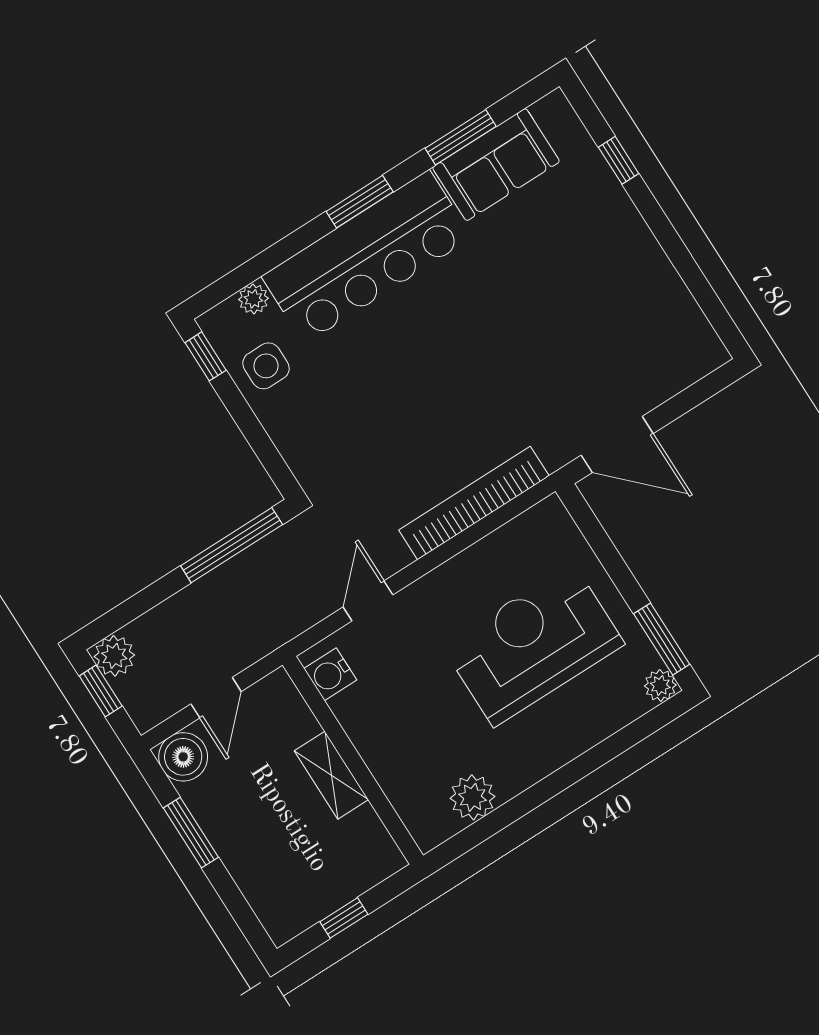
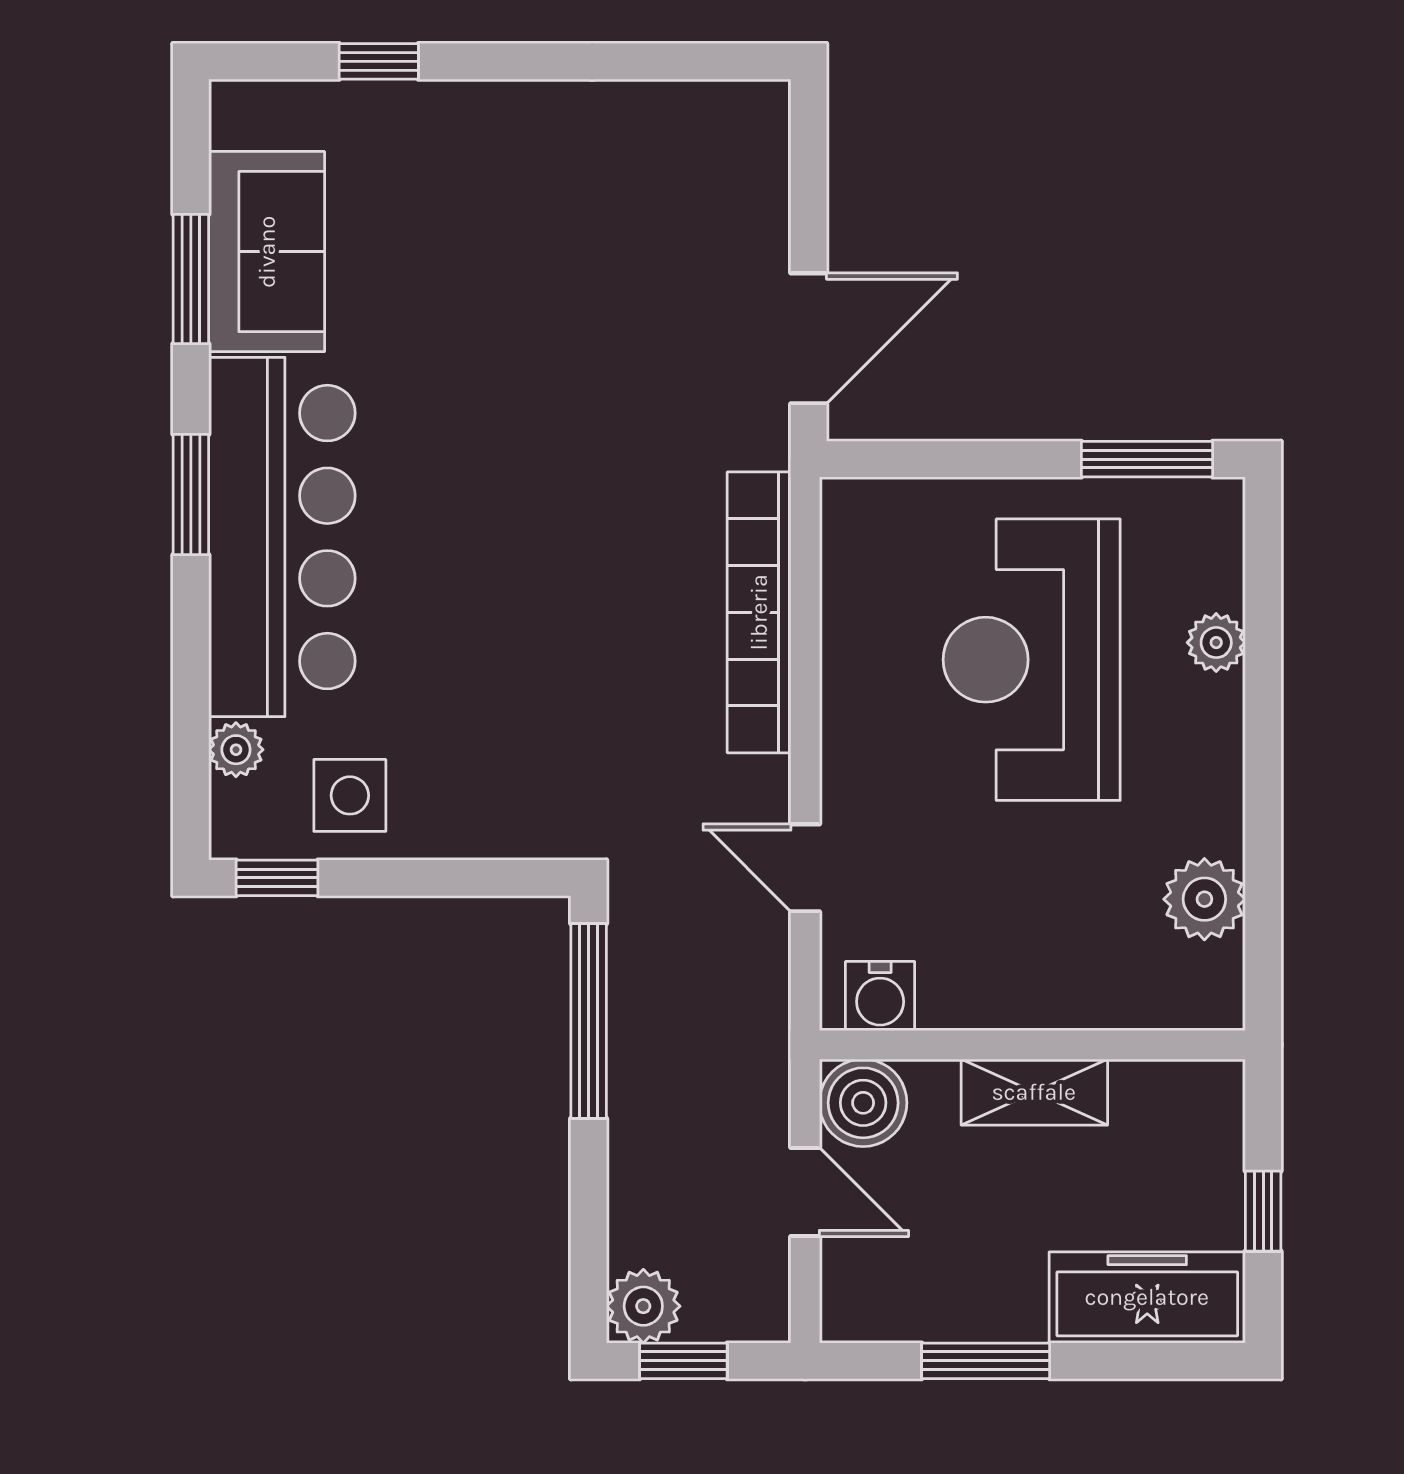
plant: (660, 685) -> (1216, 643), moved
boiler: (183, 757) -> (863, 1103), moved
freezer: (269, 889) -> (1147, 1297), added

